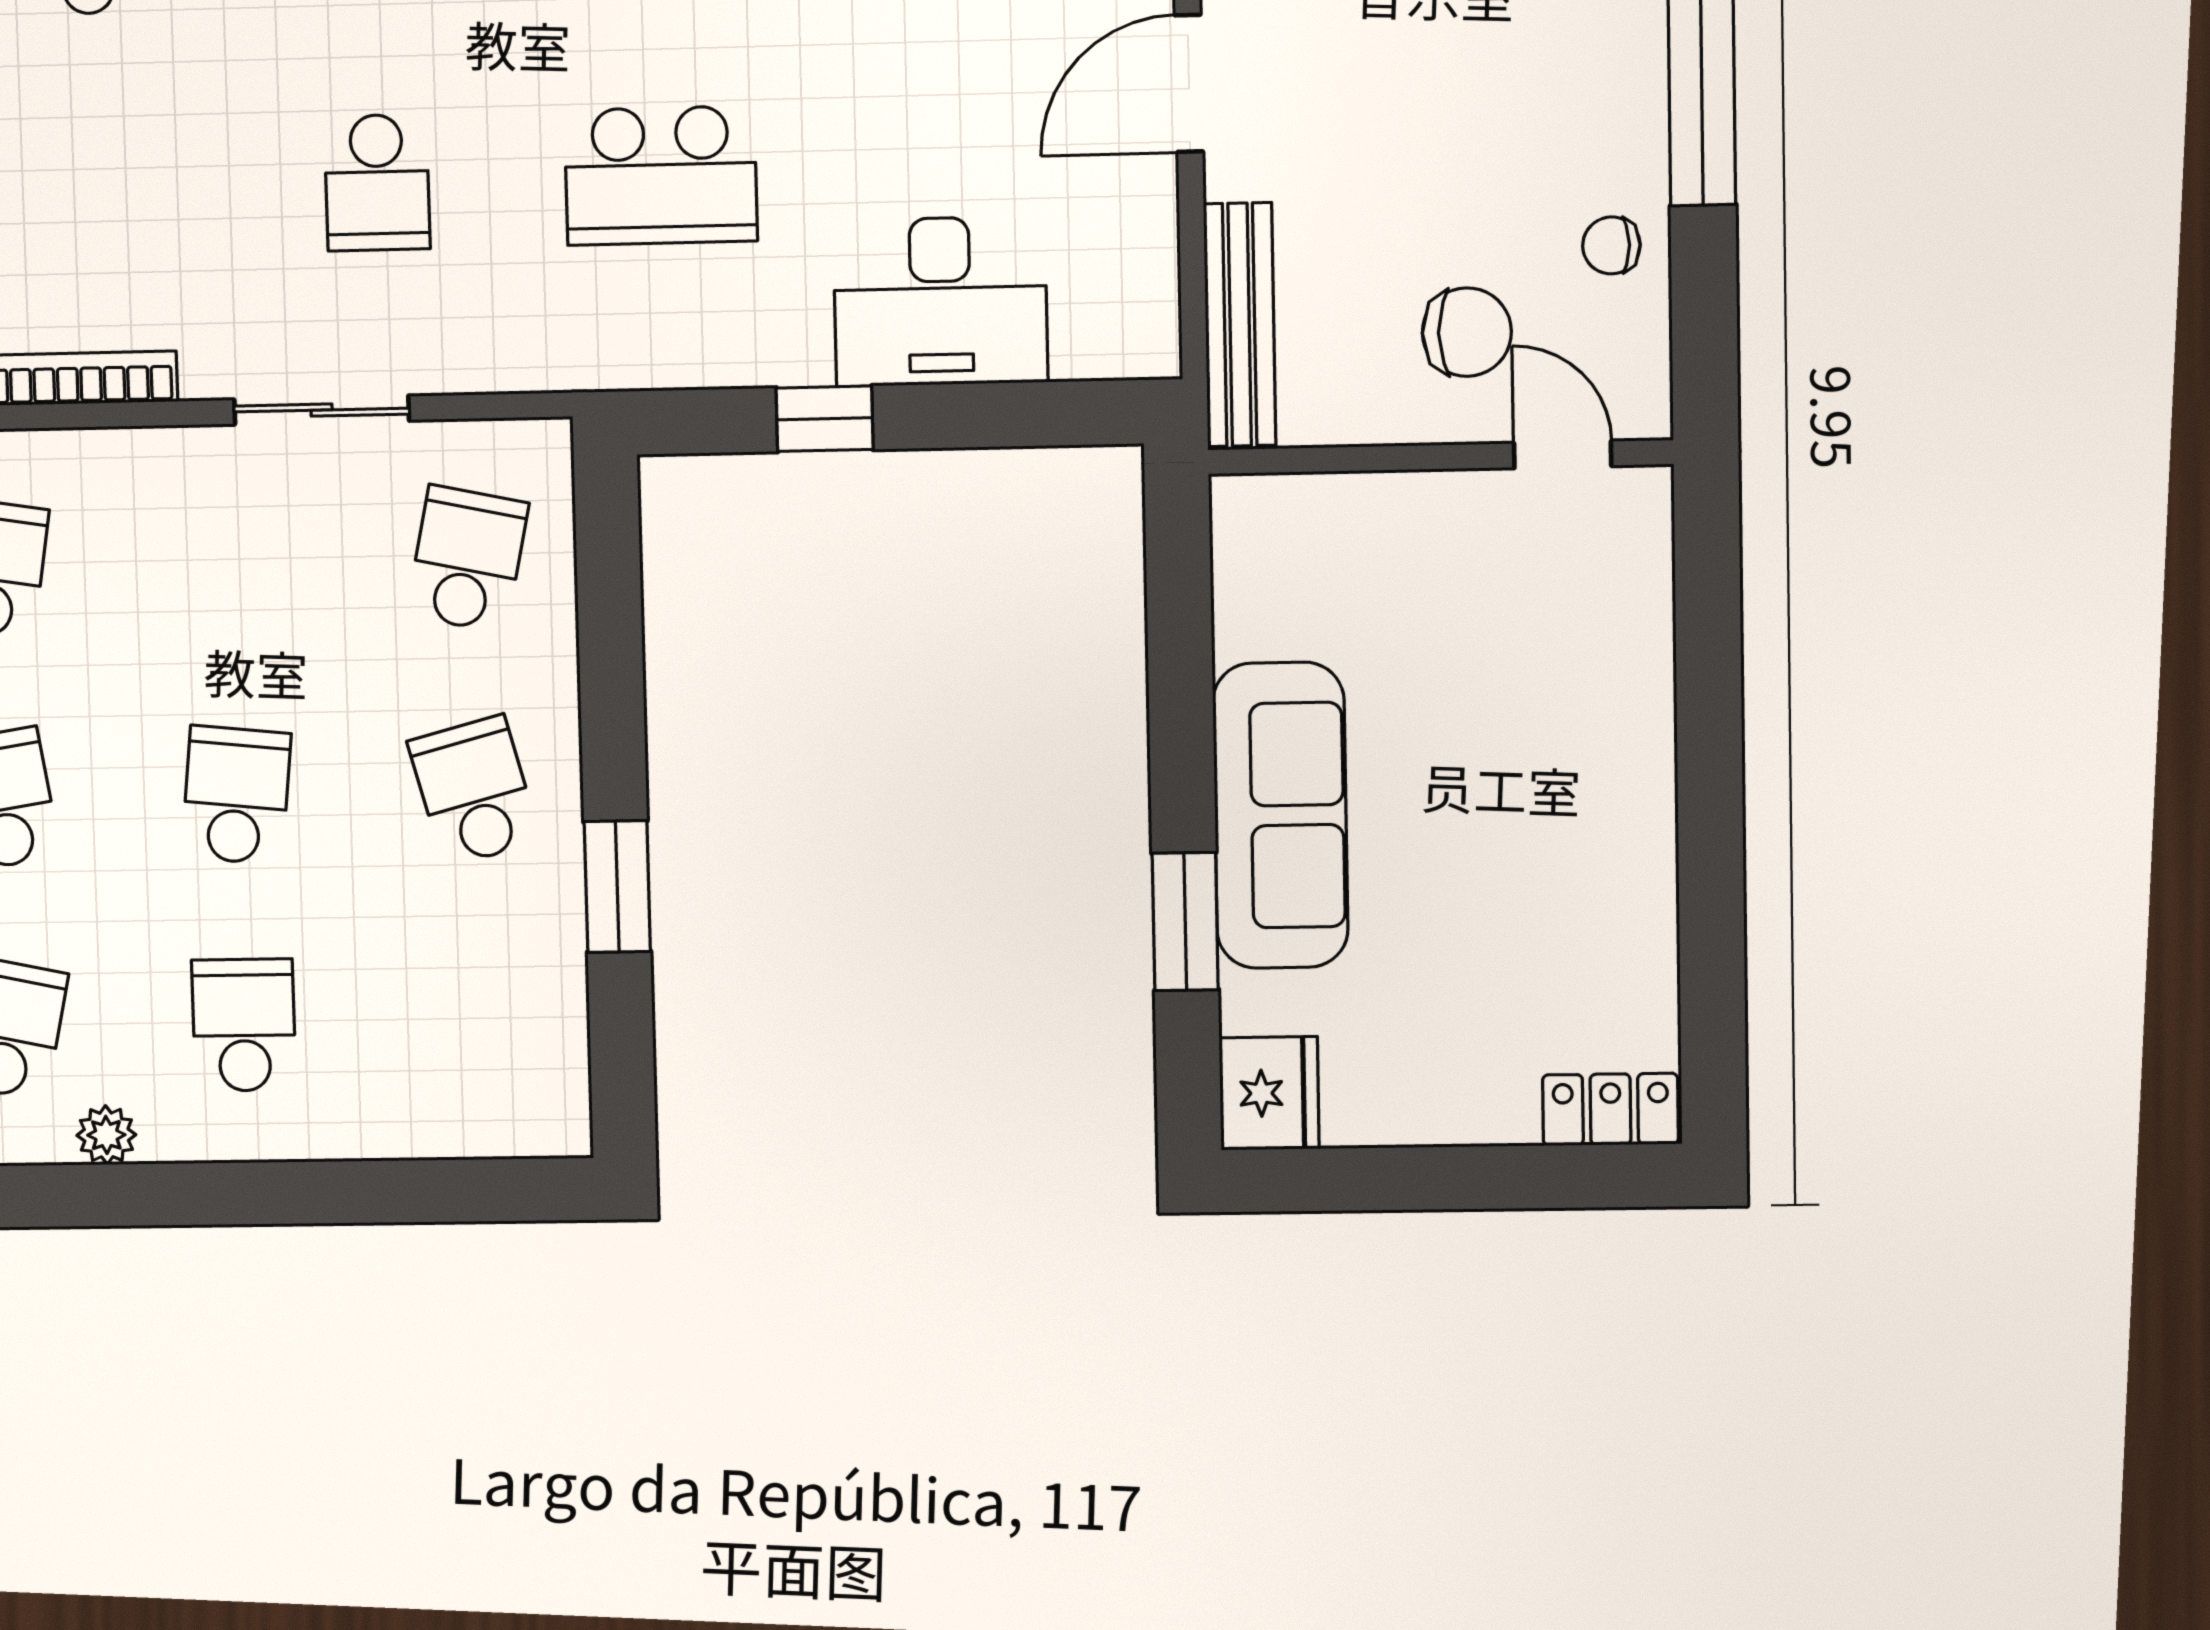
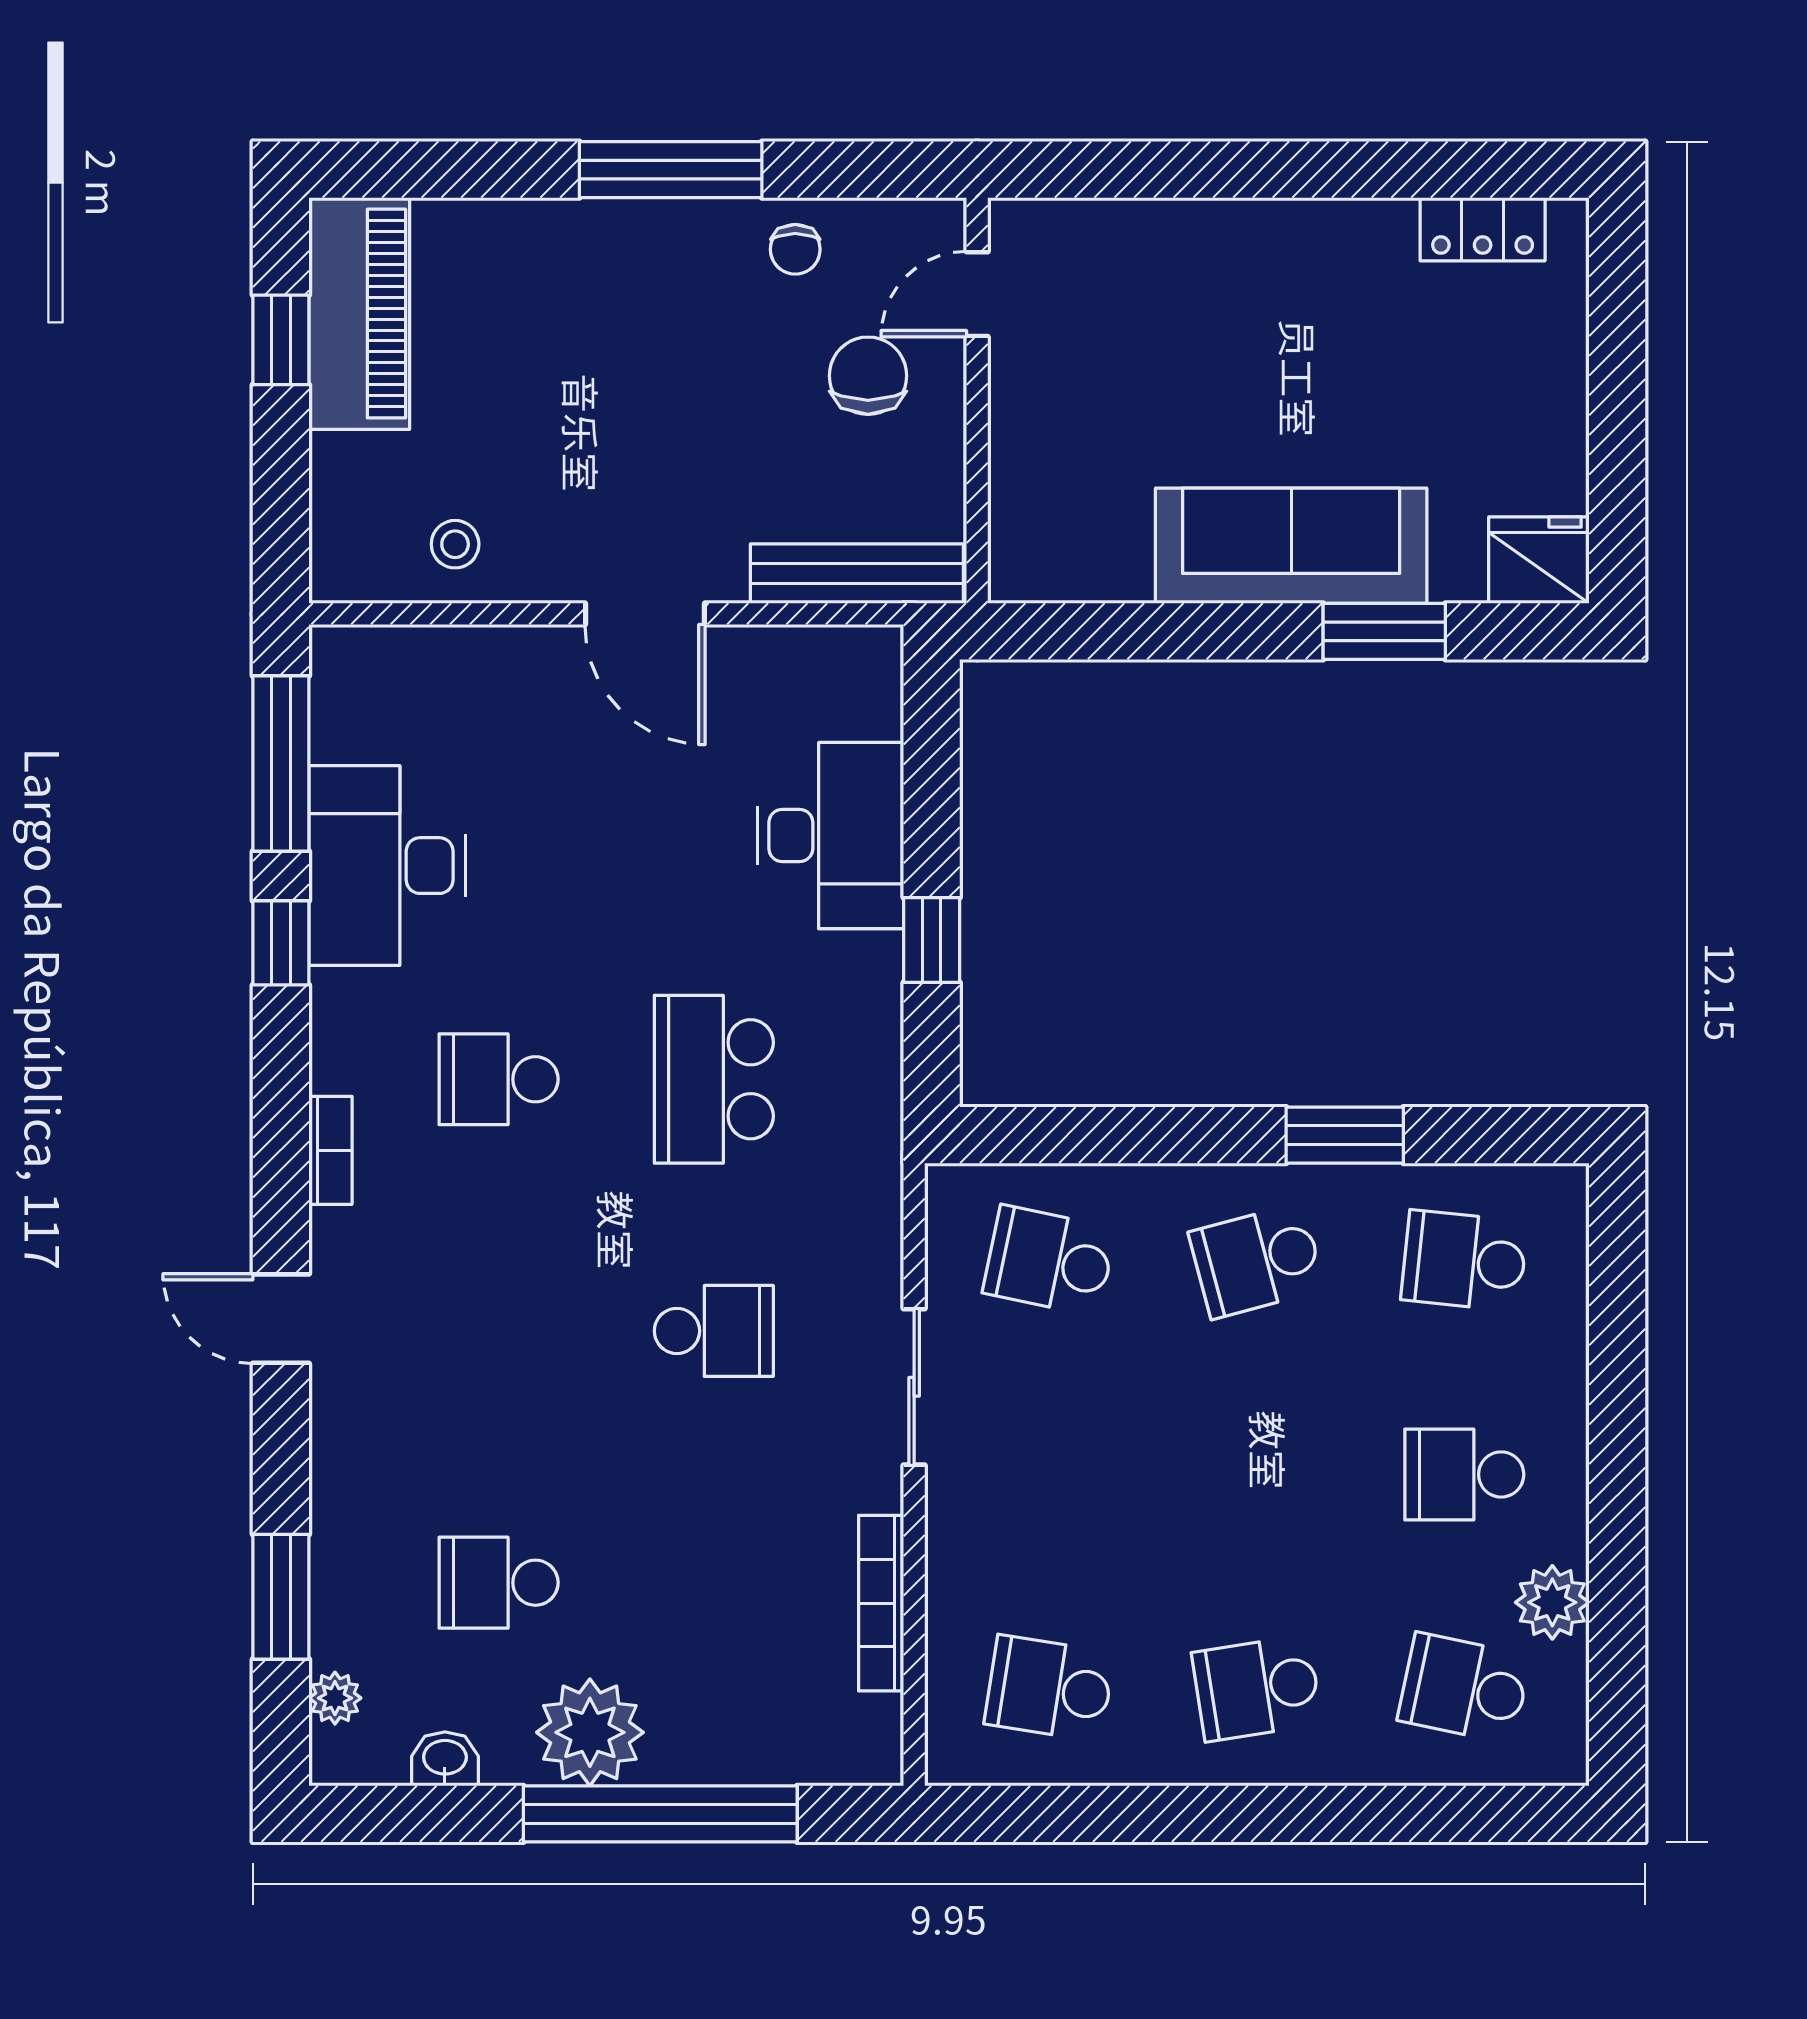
school desk: (661, 176) -> (714, 1079), turned 180
school desk: (236, 795) -> (1464, 1261), moved
locker: (1610, 1109) -> (1483, 229), moved, turned -90
plant: (106, 1135) -> (1552, 1602), width x1.38, depth x1.38

